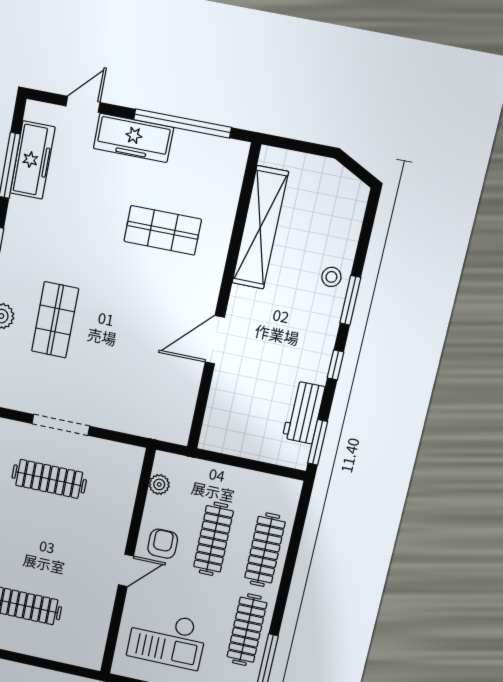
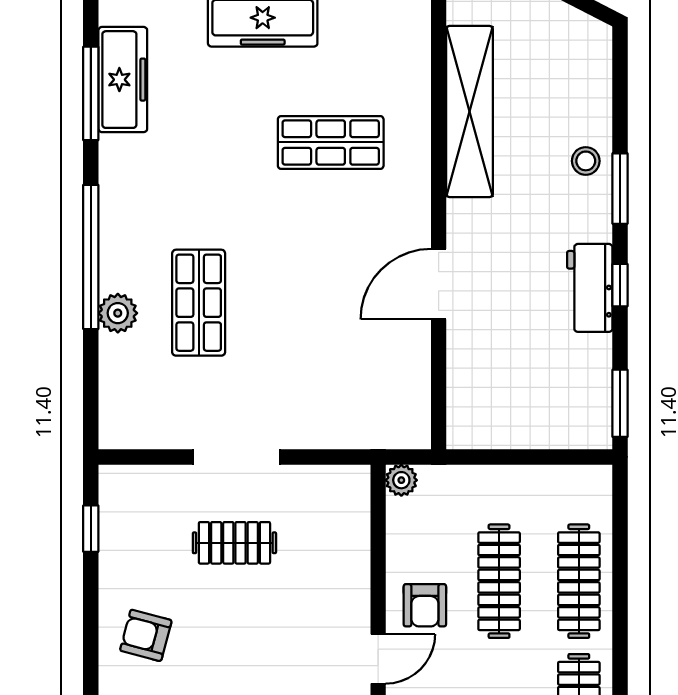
workbench: (303, 412) -> (590, 288), moved
clothes rail: (49, 479) -> (234, 543), width x0.73
plant: (159, 484) -> (401, 480), moved
armchair: (163, 544) -> (425, 605), turned 180

